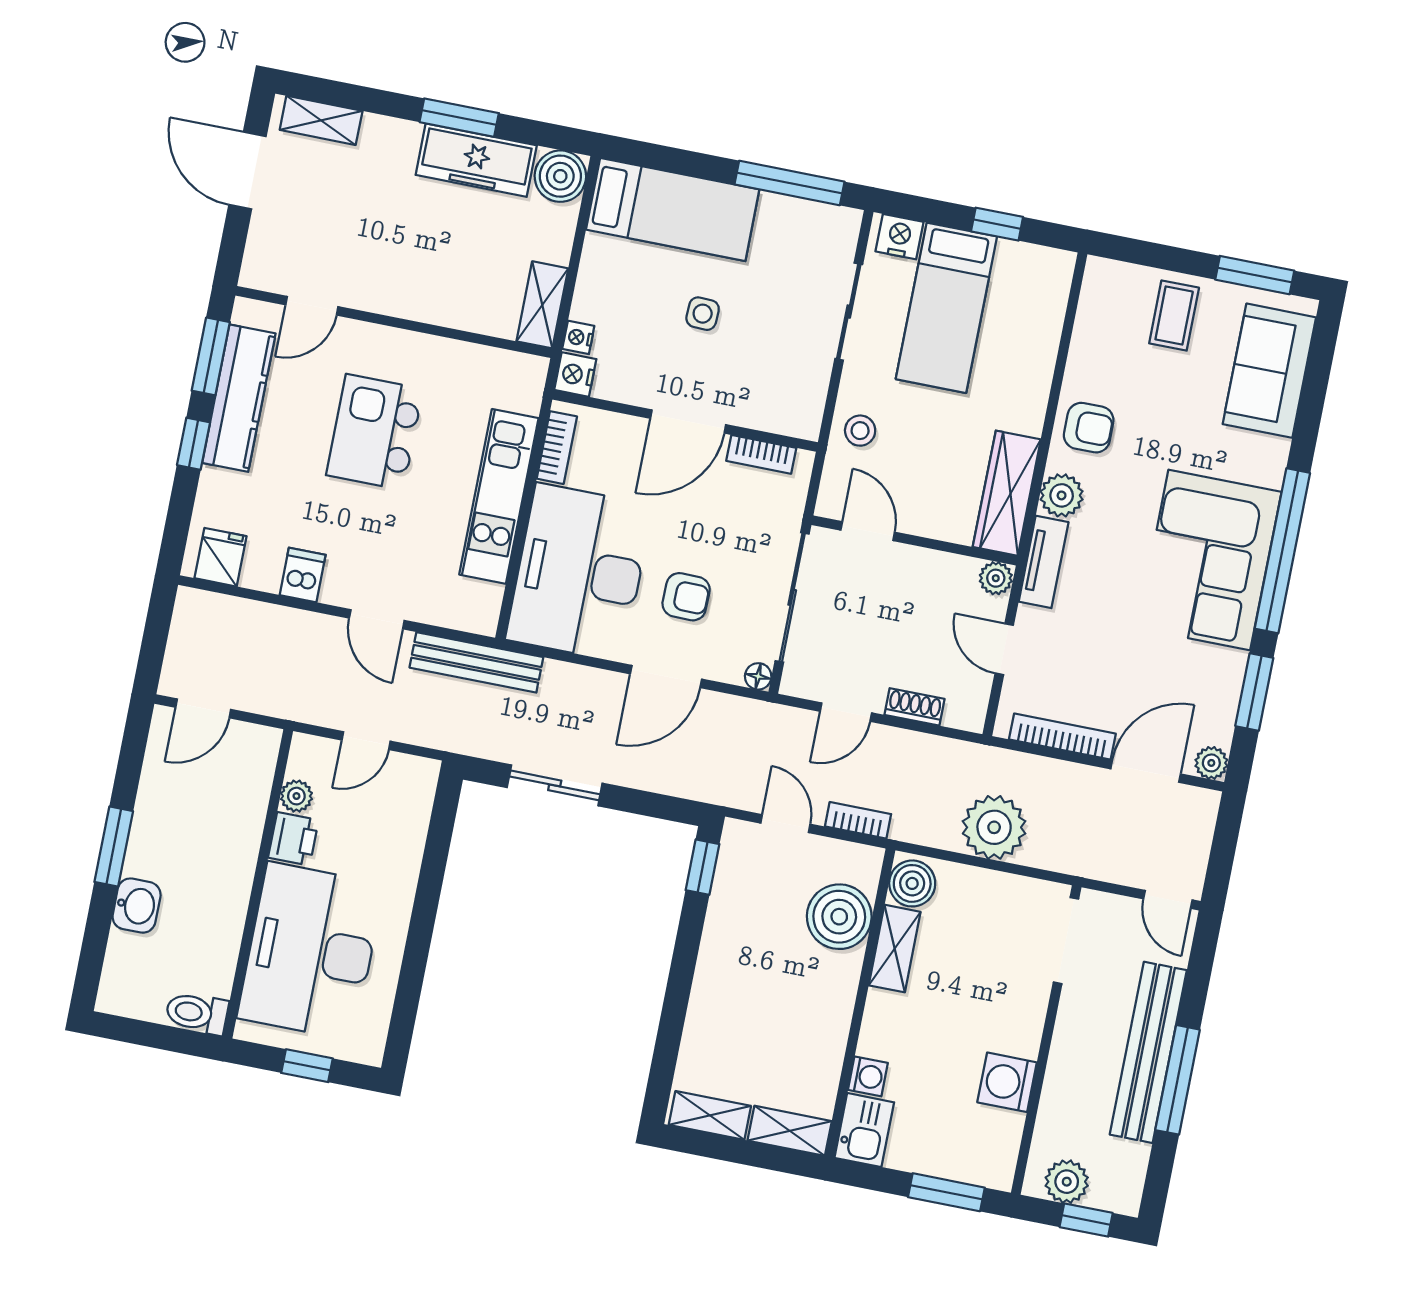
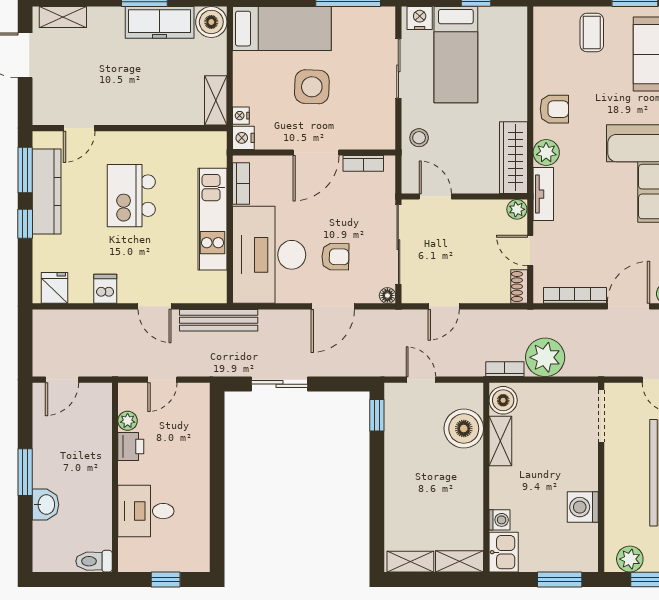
side table: (703, 314) -> (312, 87), width x1.87, depth x1.87
shoe rack: (915, 707) -> (519, 286), moved, turned -90
bookcase: (858, 820) -> (505, 369), moved
desk: (311, 951) -> (146, 511), width x0.53, depth x0.77

